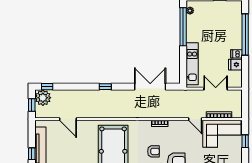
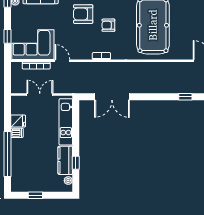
window: (183, 27) -> (76, 163), width x0.32
kitchen counter: (193, 29) -> (65, 160), added
window: (105, 87) -> (185, 97), moved
double door: (216, 89) -> (40, 94), swing flipped

